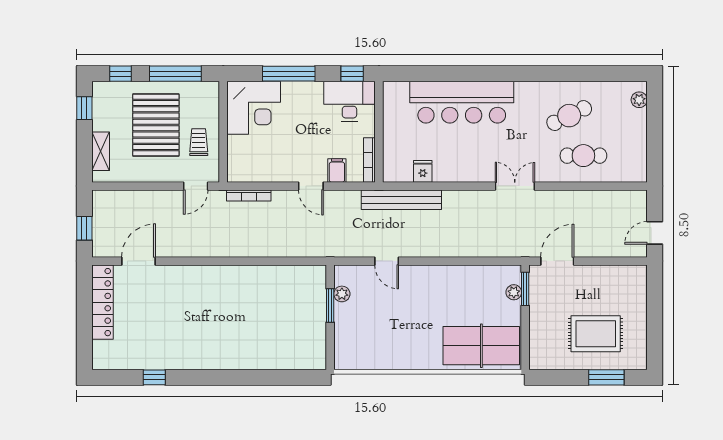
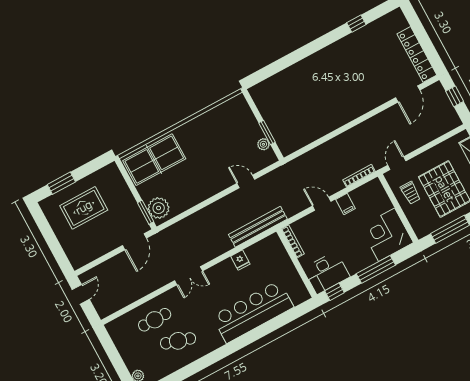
cafe table: (569, 116) -> (178, 341), turned 43
filing cabinet: (337, 170) -> (345, 204), moved
fridge: (423, 171) -> (240, 260), moved
plant: (514, 292) -> (159, 208), width x1.87, depth x1.87

